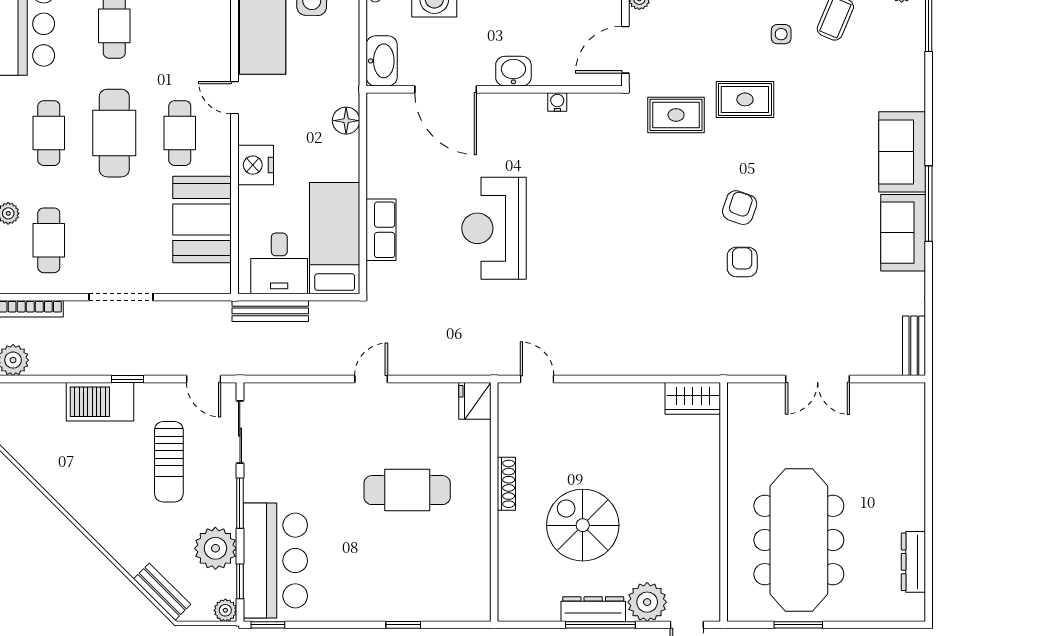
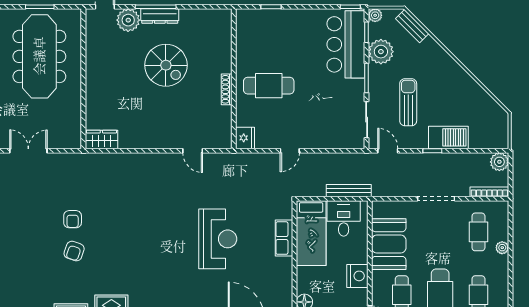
fridge: (475, 401) -> (245, 138), moved
shoe rack: (506, 484) -> (227, 89), moved
wall: (494, 502) -> (234, 79), moved

